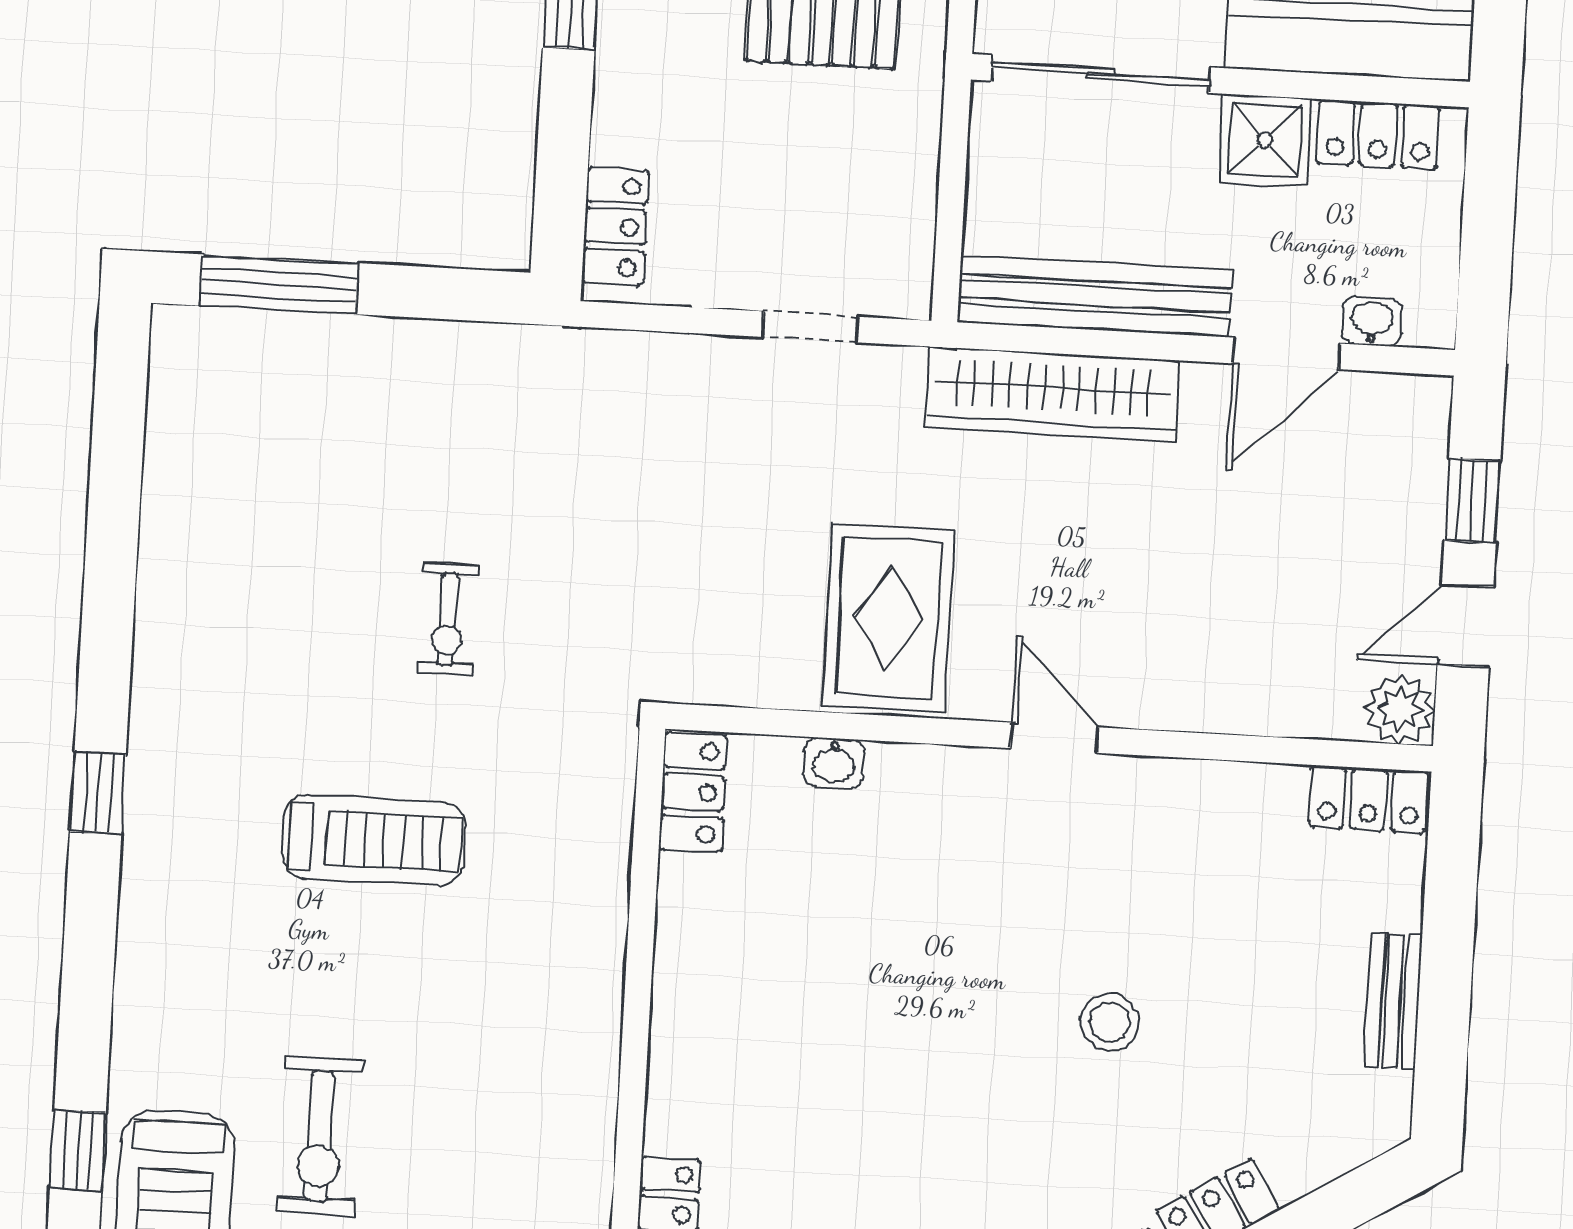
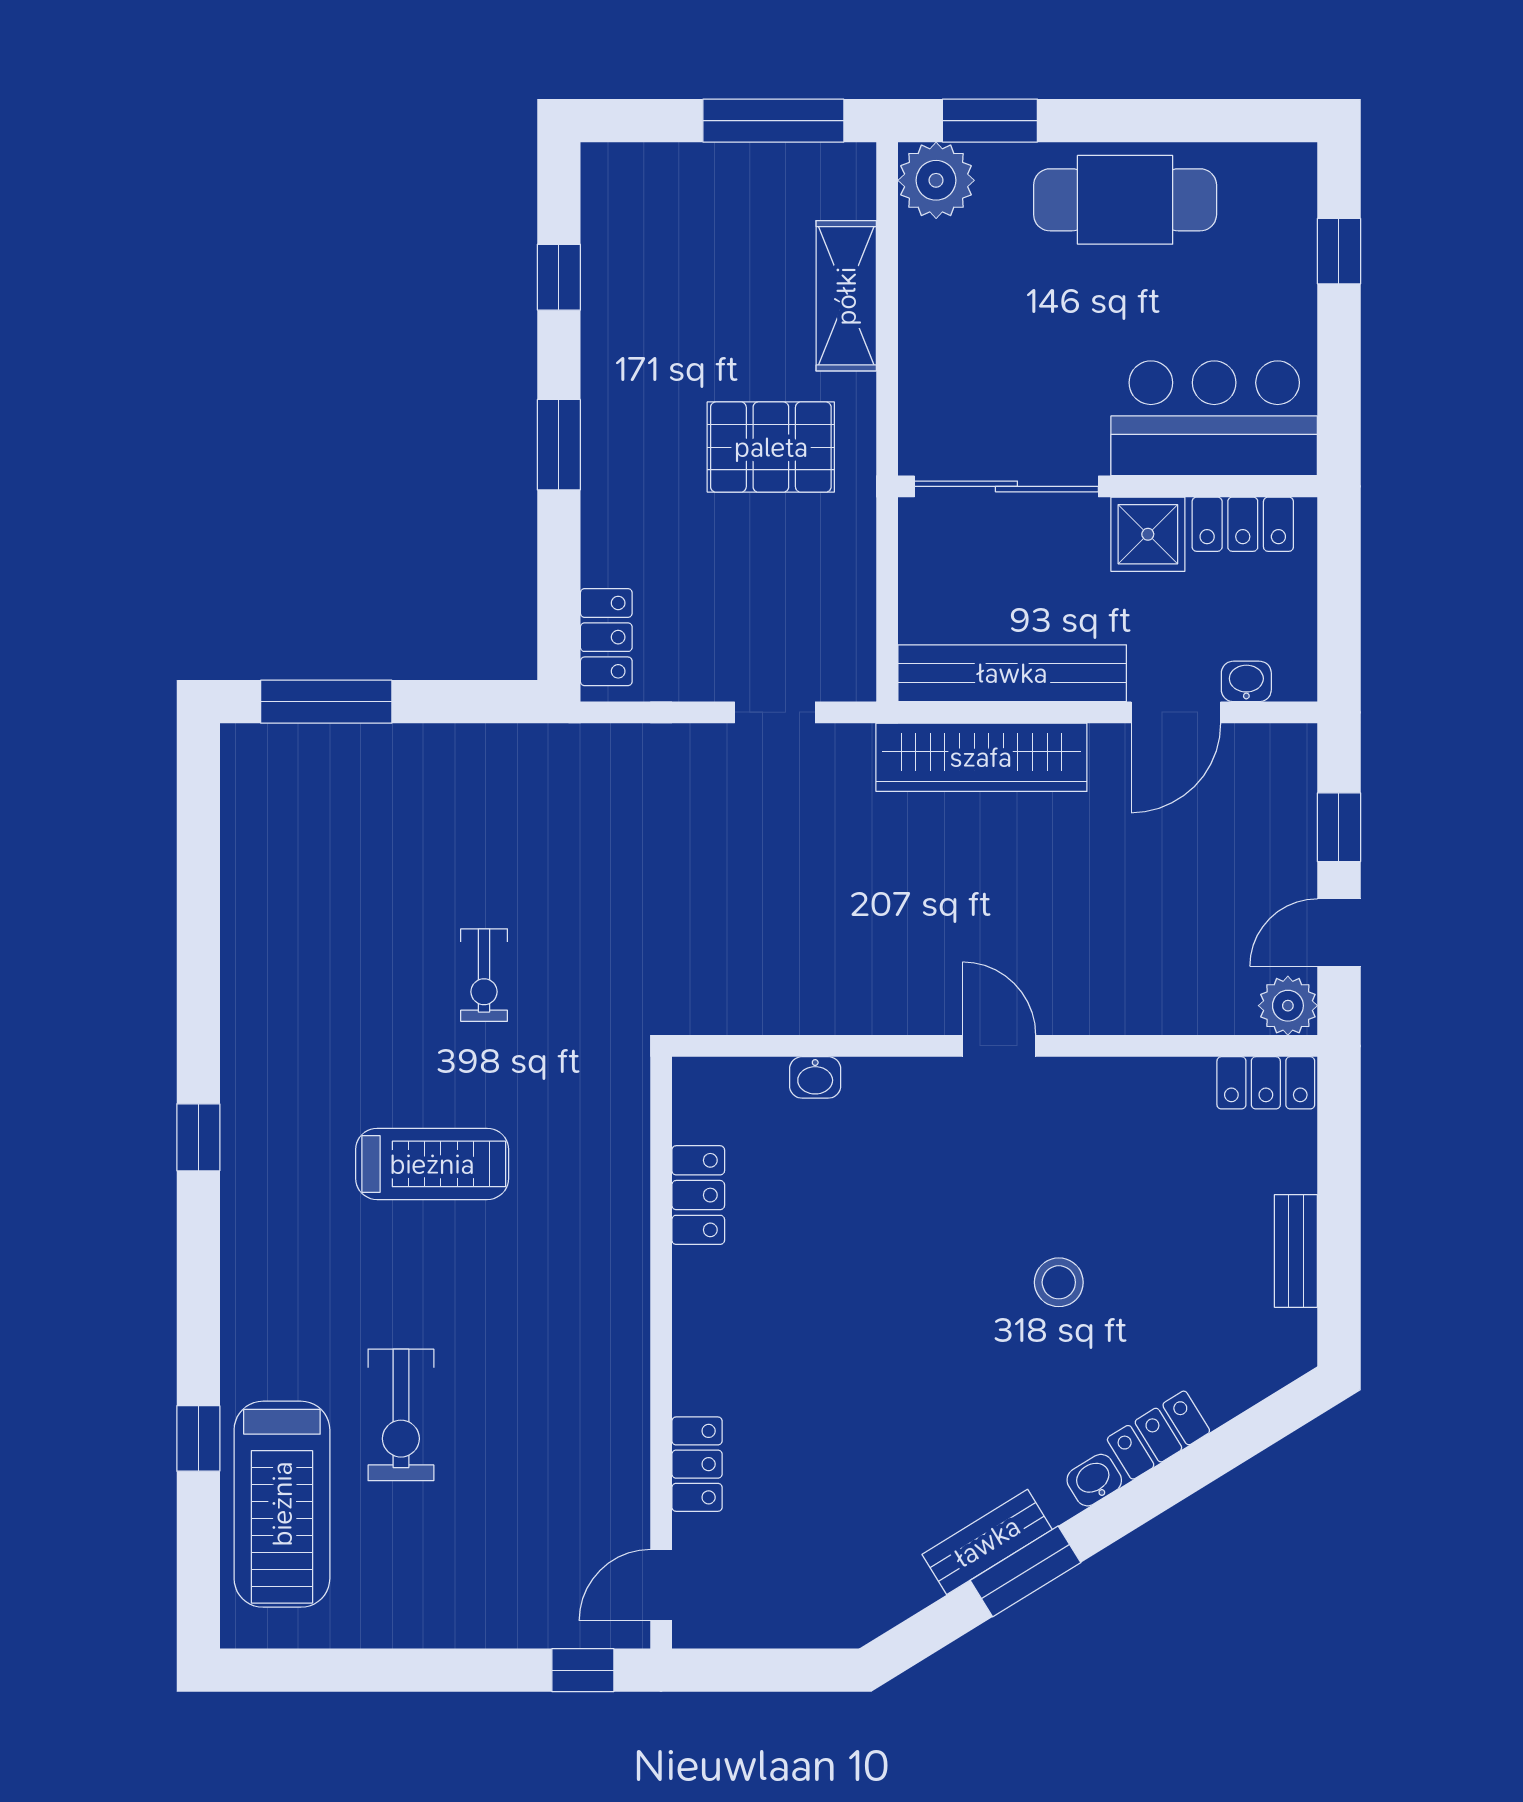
rug: (889, 618) -> (854, 953), removed
locker: (693, 792) -> (698, 1195), moved

